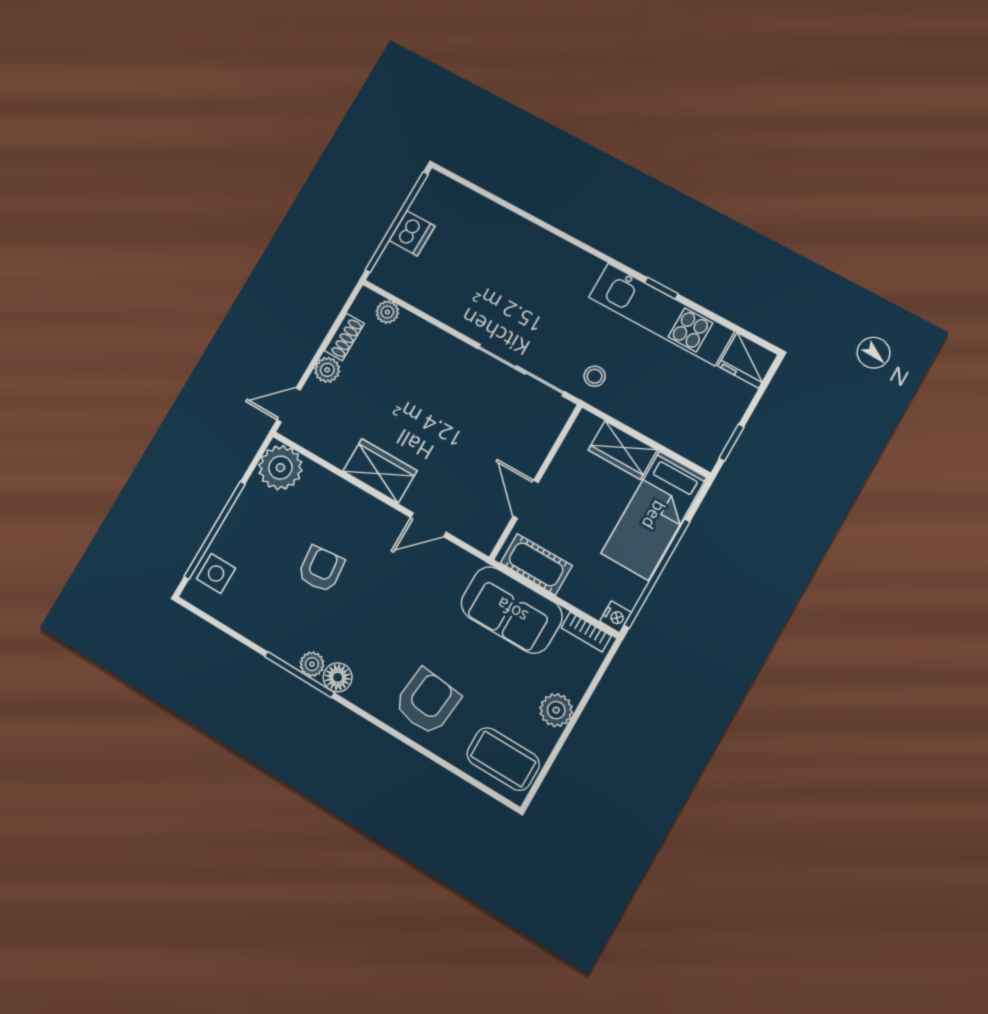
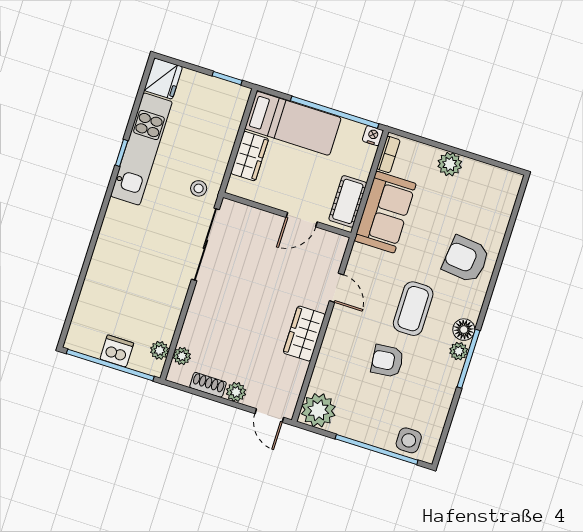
plant: (401, 286) -> (159, 350), added
coffee table: (503, 759) -> (413, 309), moved

